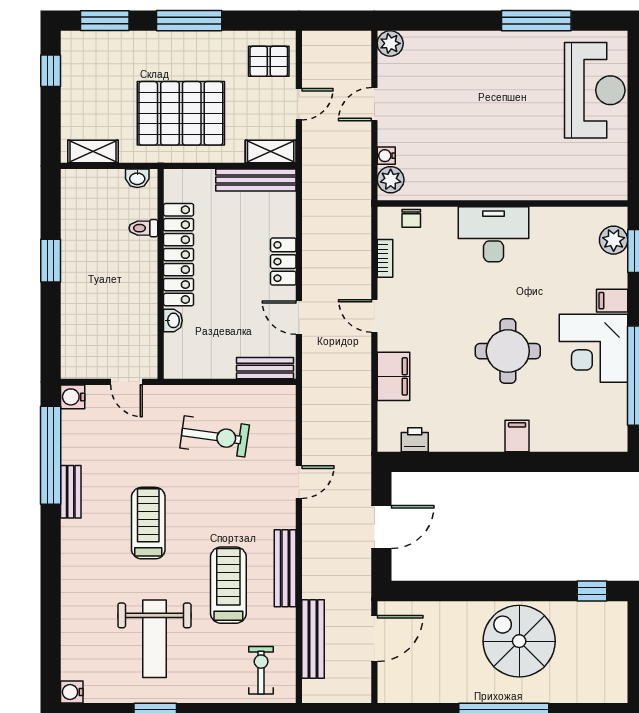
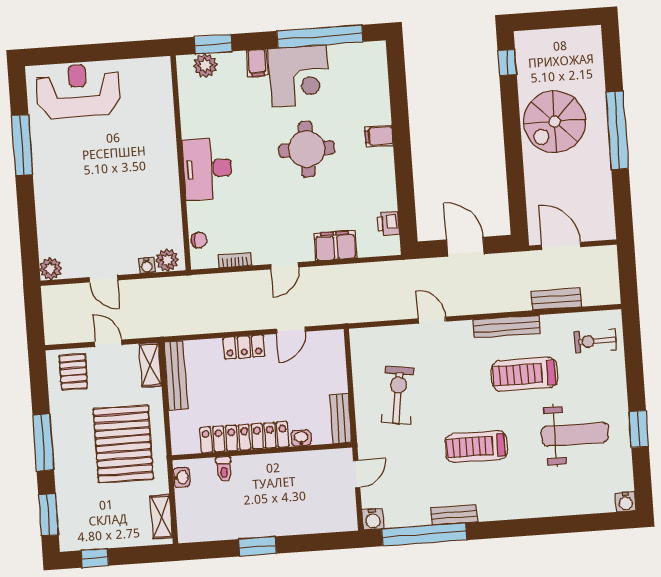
bench: (265, 368) -> (341, 419), moved
bench: (313, 639) -> (556, 299), width x0.73

